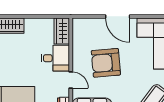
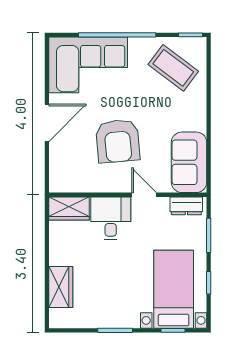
door: (71, 80) -> (144, 195), hinge flipped

